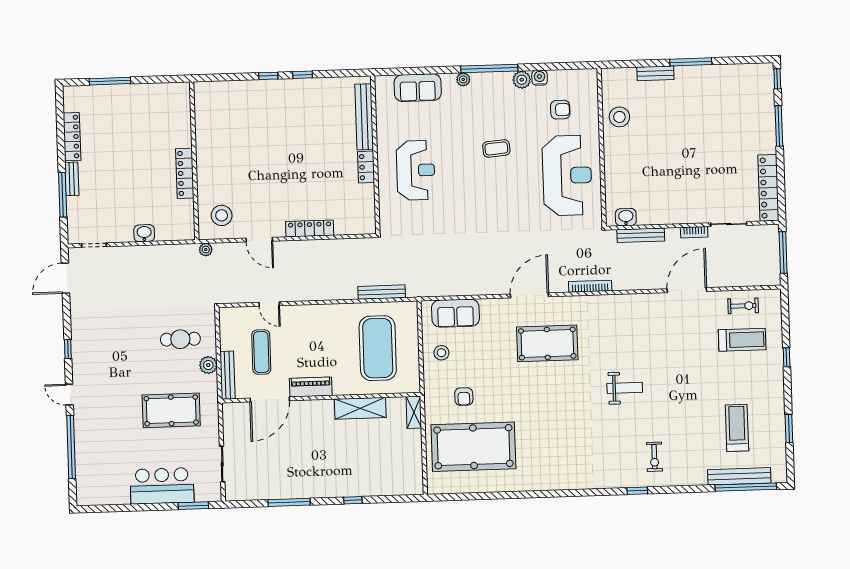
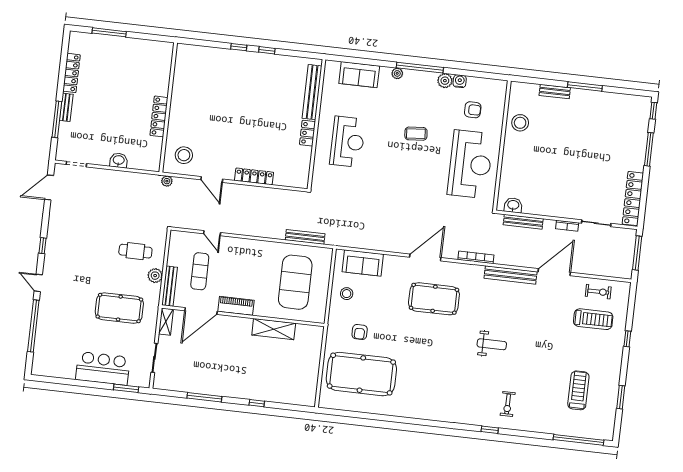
shelving: (414, 412) -> (166, 322), moved
bench: (739, 476) -> (511, 275), moved

